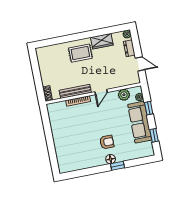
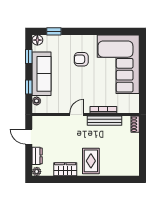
rug: (80, 53) -> (91, 161), turned 90
plant: (124, 95) -> (53, 107), removed
corner sofa: (73, 144) -> (118, 64), added
floor lamp: (111, 159) -> (37, 40), moved
window: (118, 166) -> (54, 31), moved

